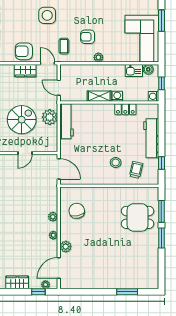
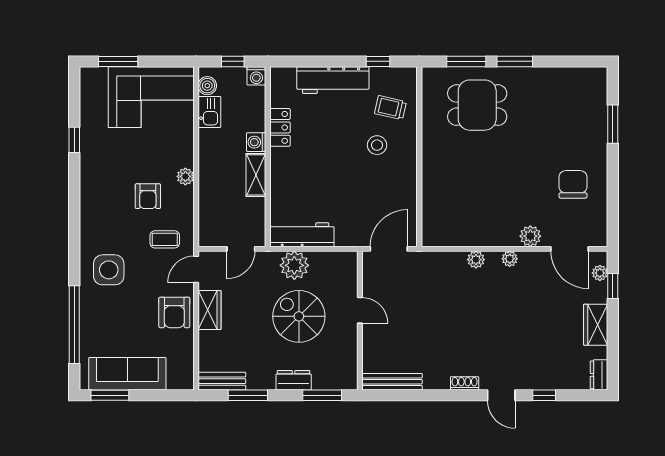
chair: (77, 211) -> (573, 184), moved, turned 102
dining table: (138, 217) -> (477, 105), turned 90

